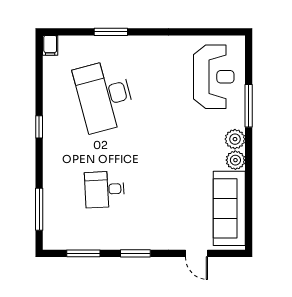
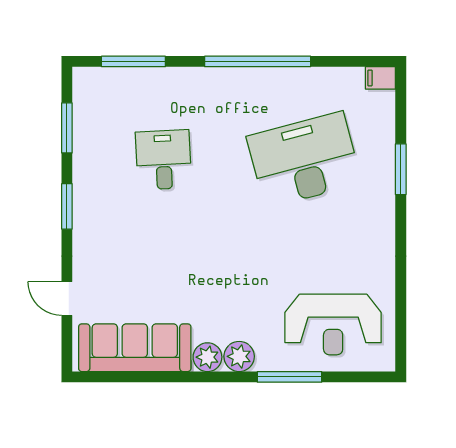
window: (39, 127) -> (258, 61), width x3.17
door: (196, 253) -> (67, 298), hinge flipped

